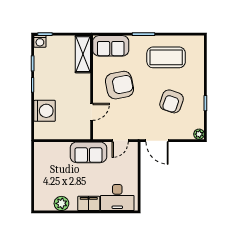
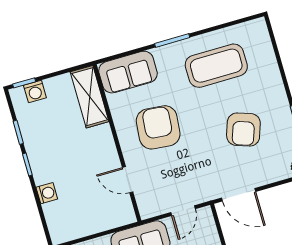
washing machine: (40, 41) -> (35, 92), moved
armchair: (120, 85) -> (158, 127), turned -74
washing machine: (45, 111) -> (47, 193), width x0.53, depth x0.53
door: (92, 112) -> (128, 180), swing flipped

